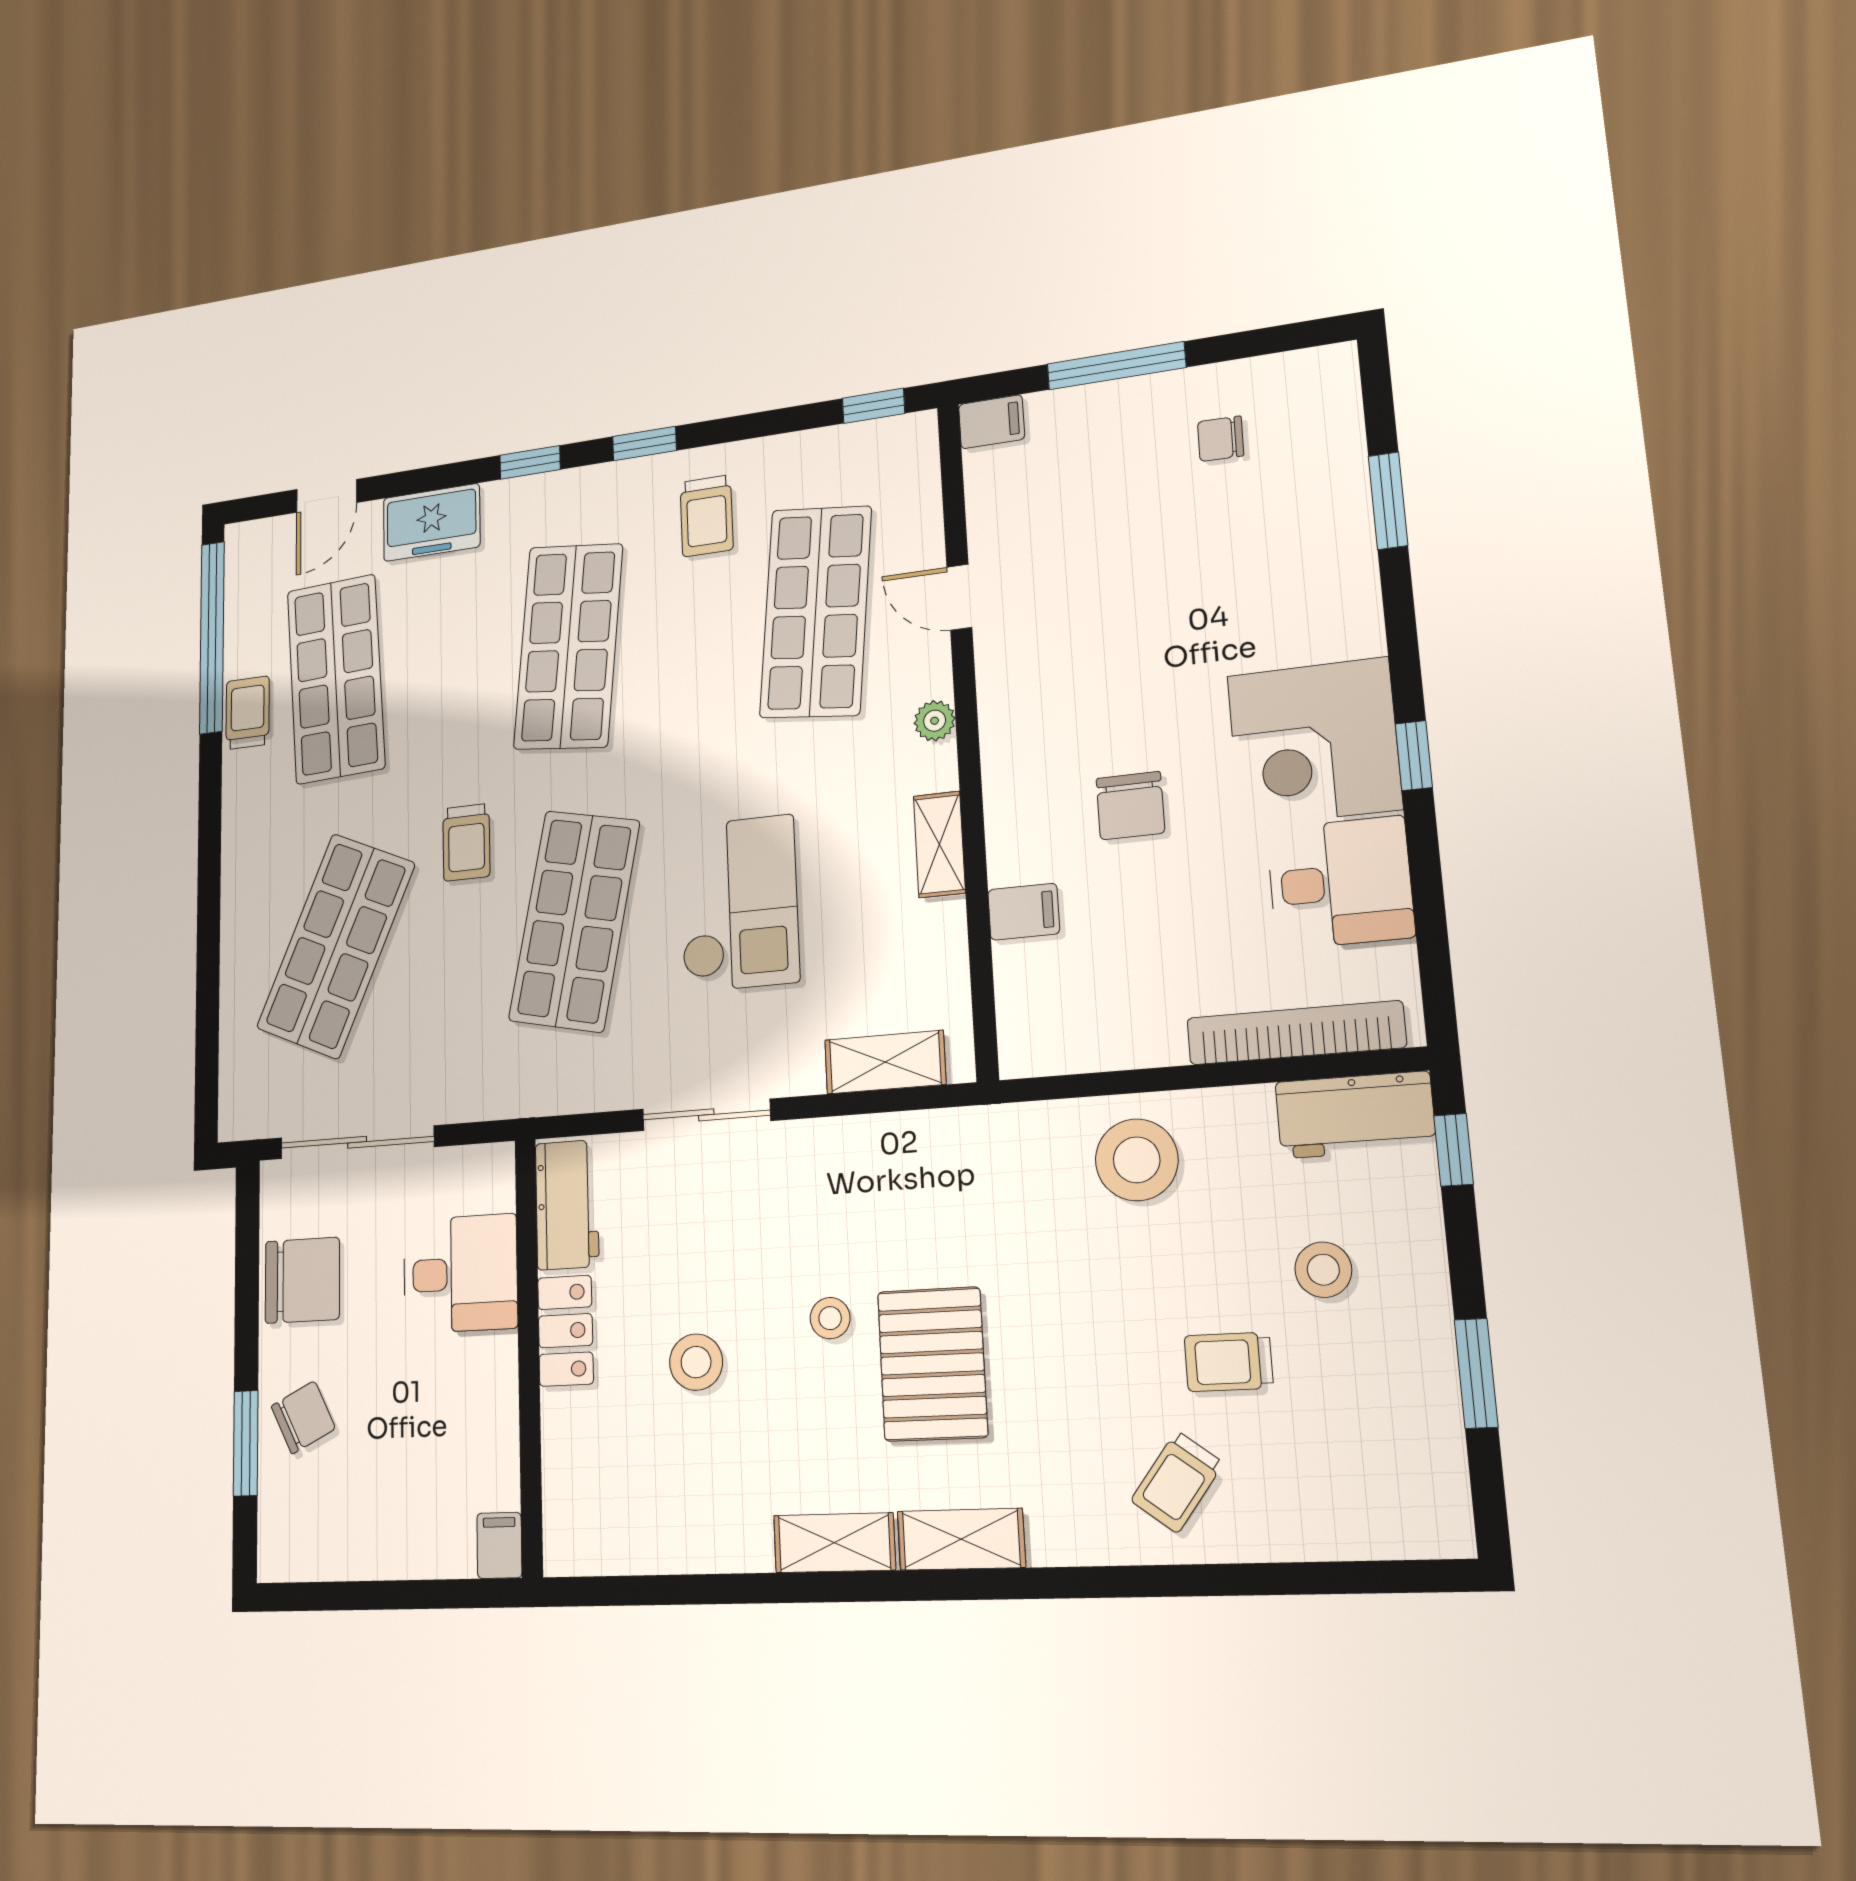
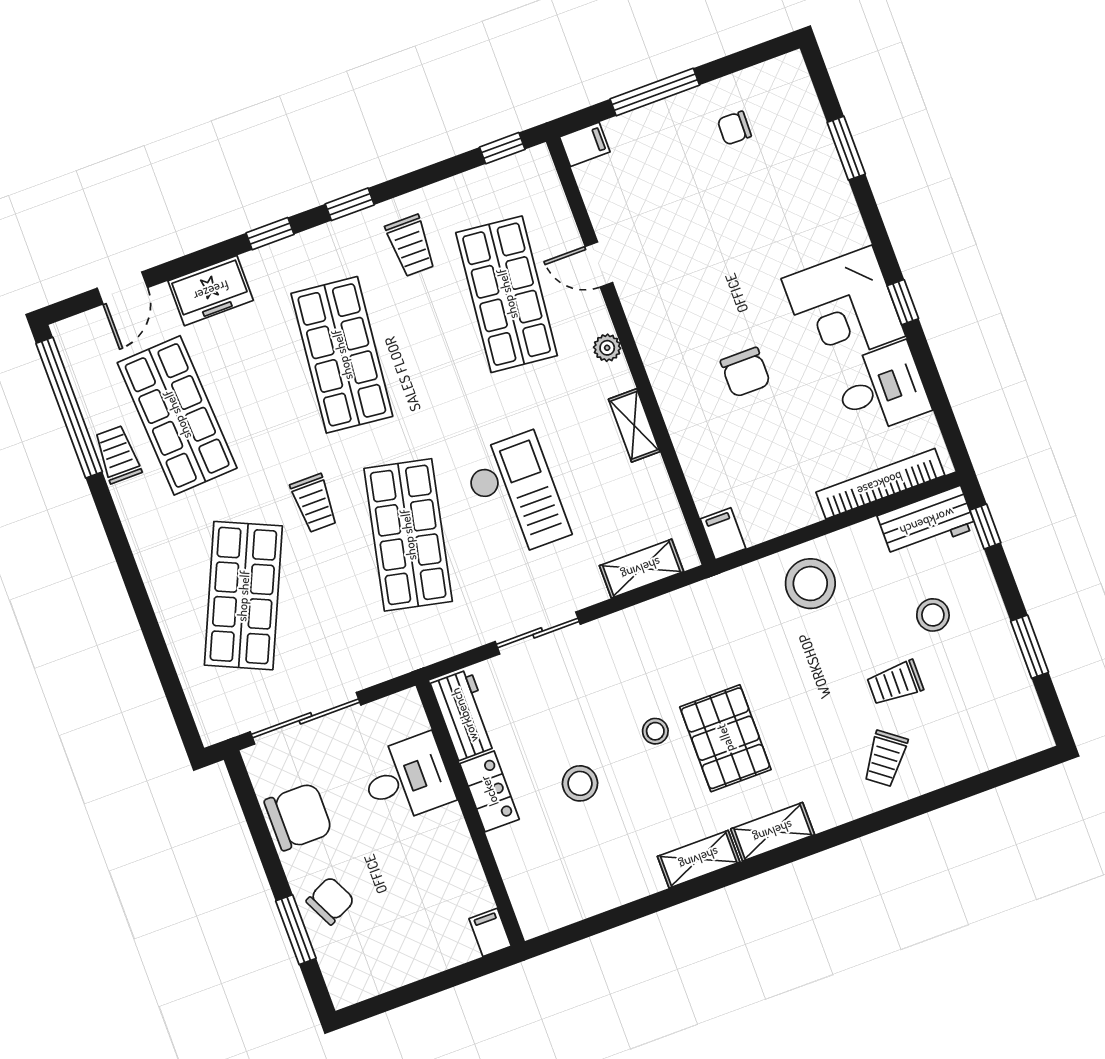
filing cabinet: (1024, 912) -> (723, 534), moved, turned -90

